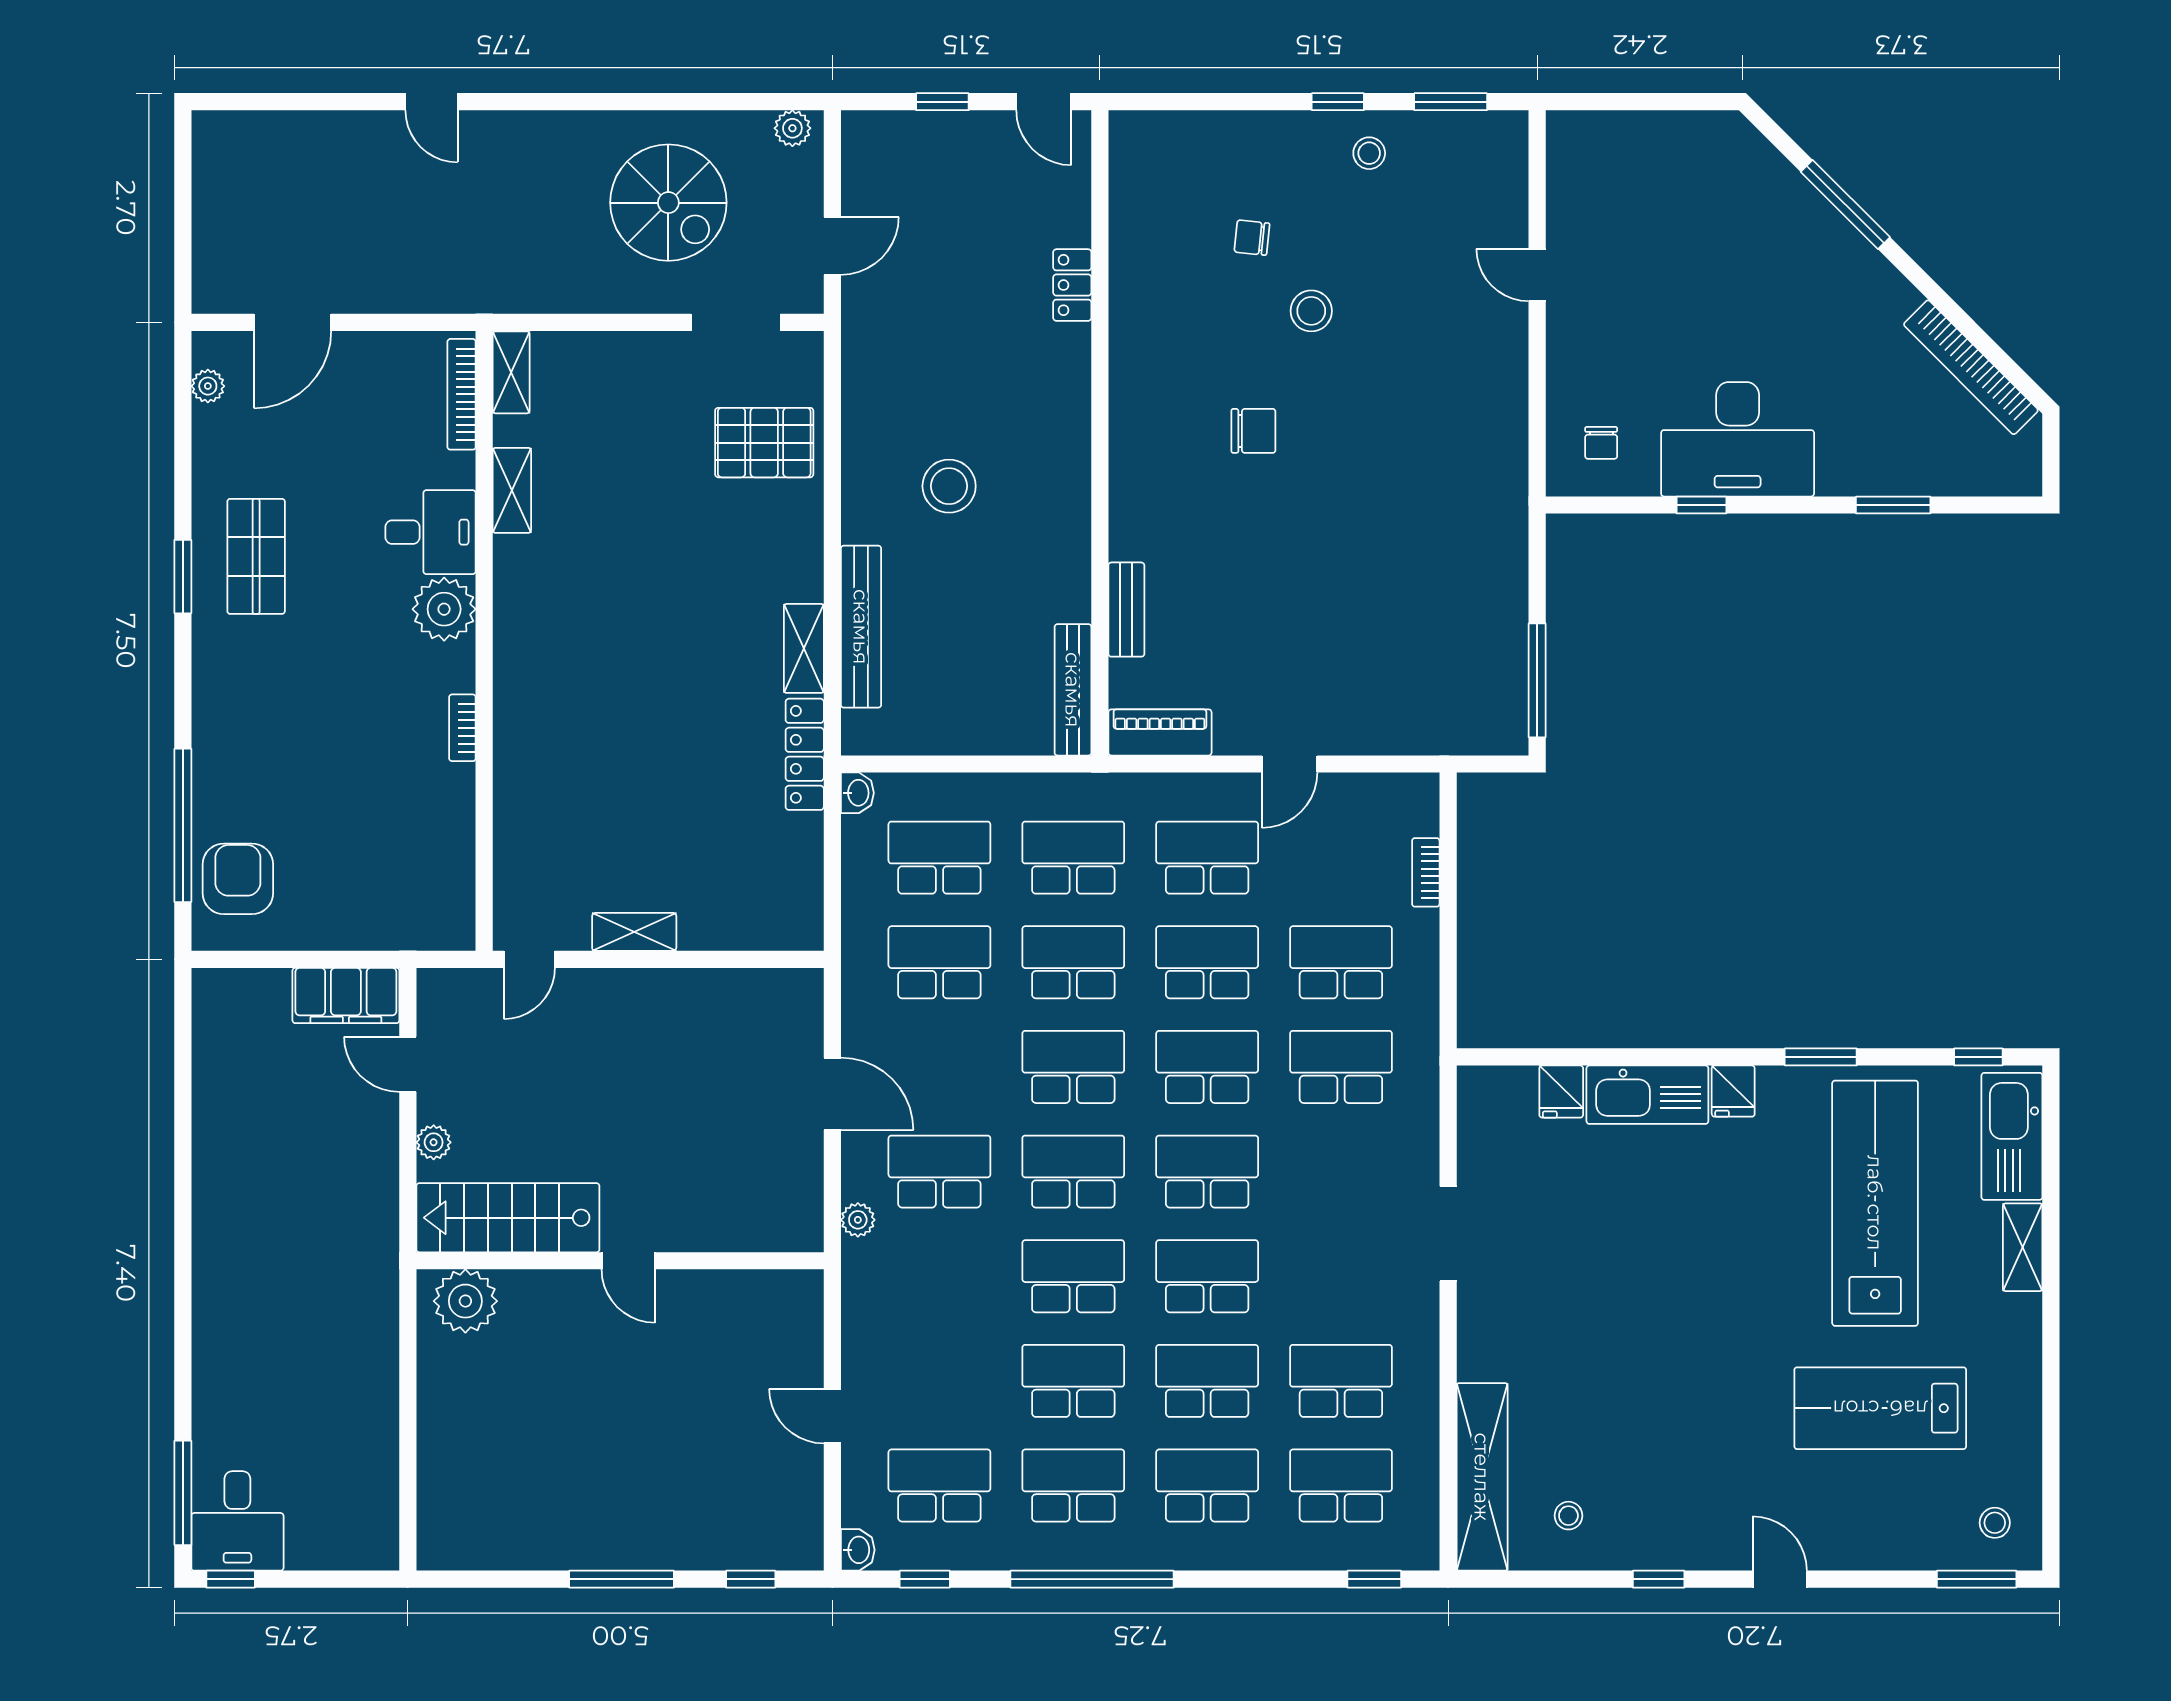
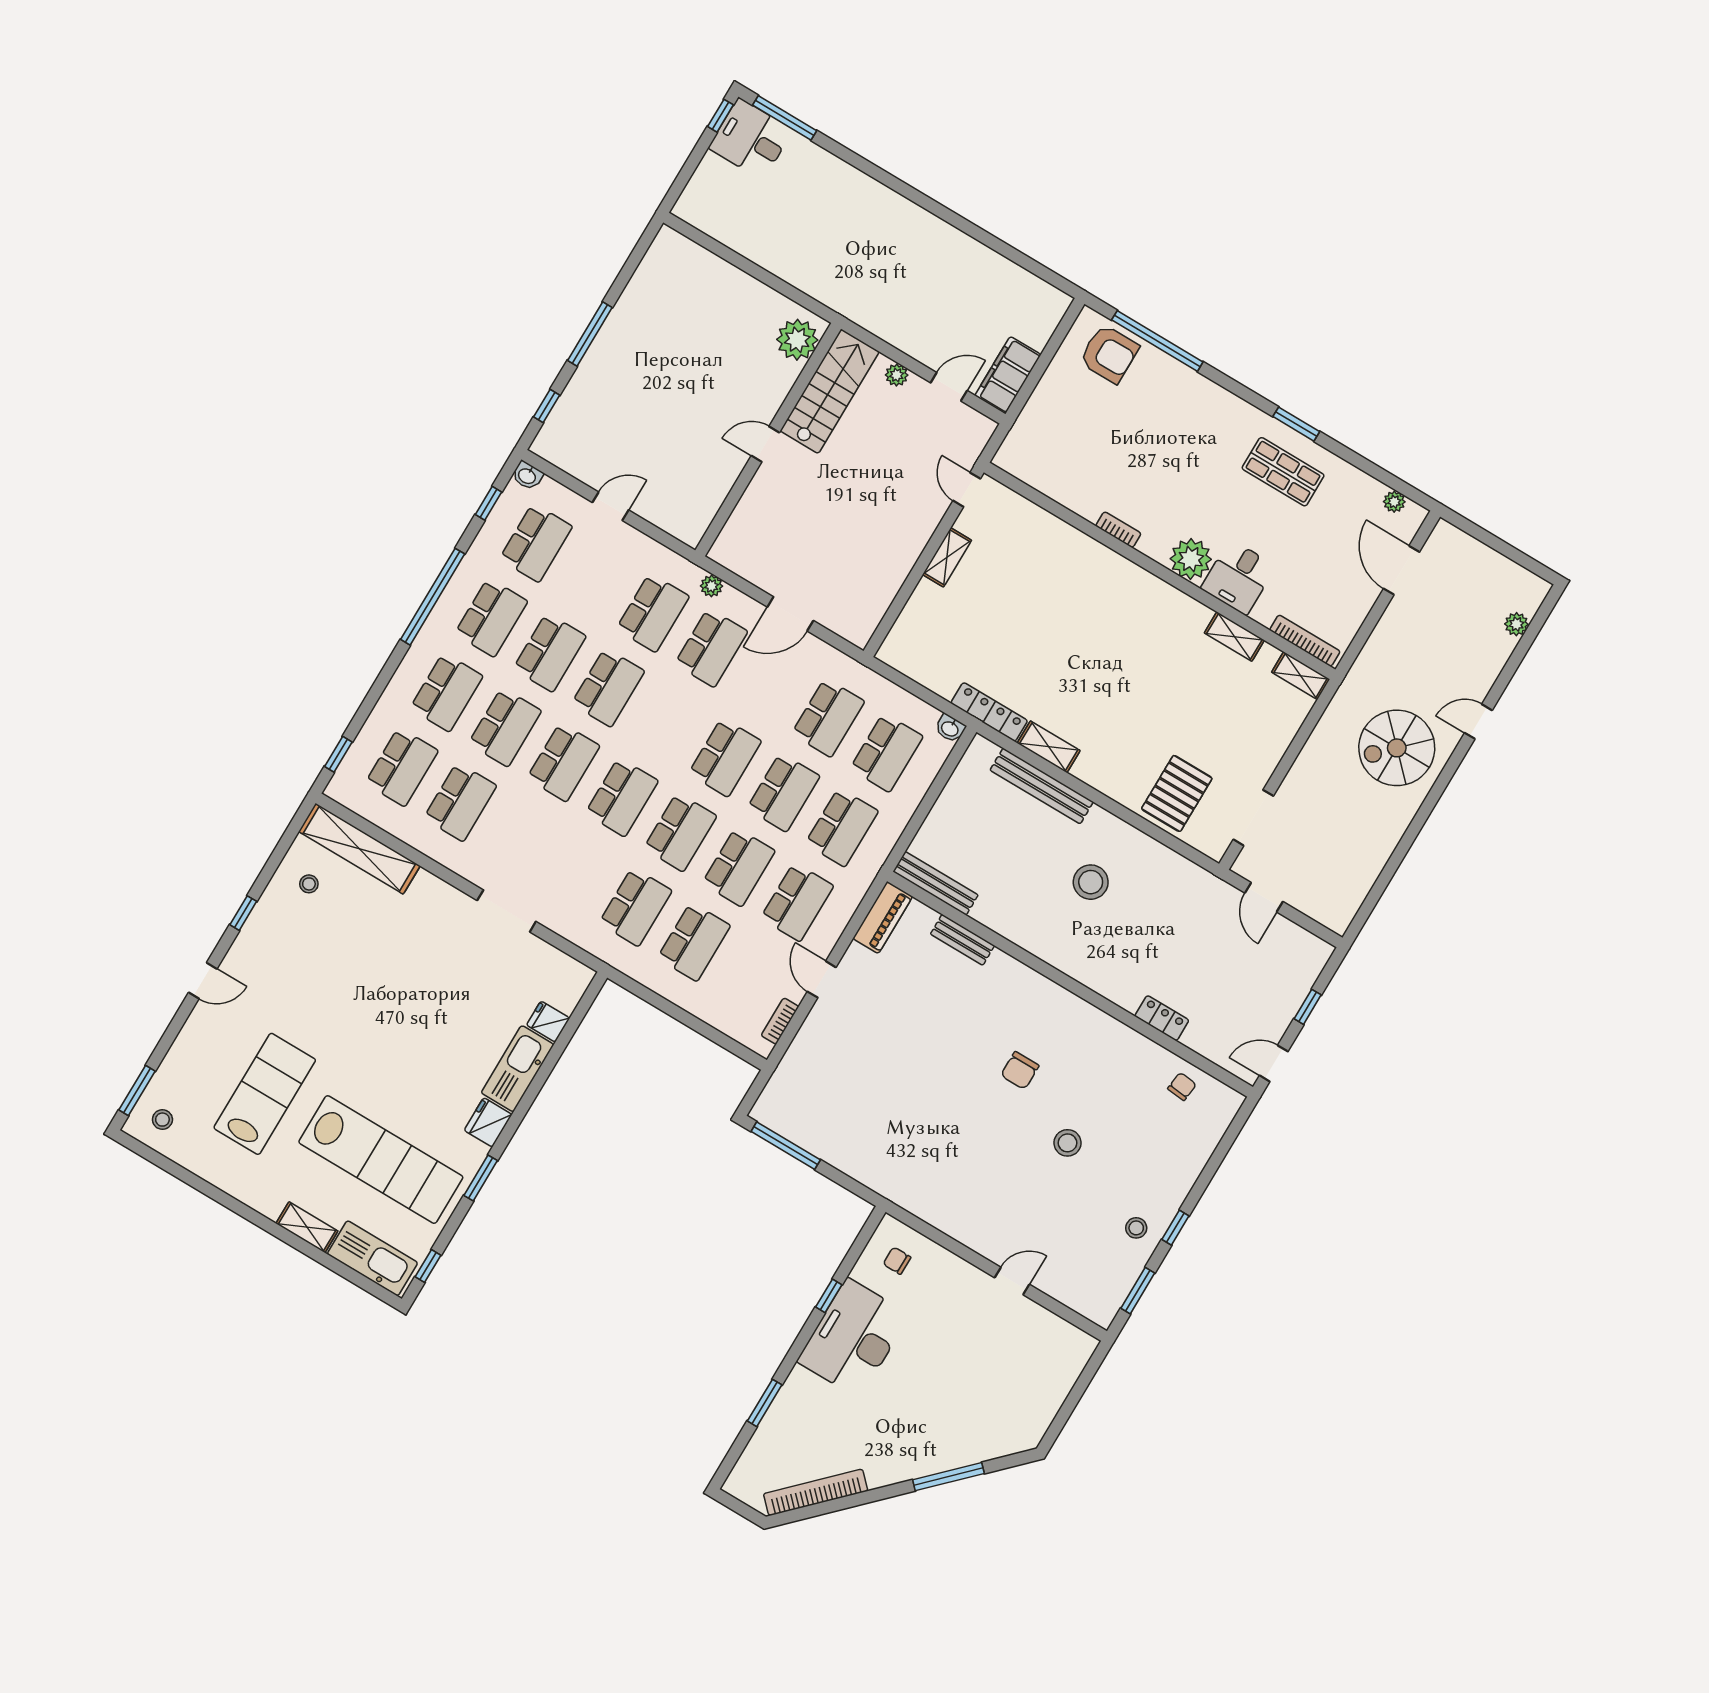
plant: (792, 128) -> (1516, 624), moved
spiral stairs: (668, 203) -> (1397, 748), moved
chair: (1252, 238) -> (1182, 1086), moved
bookcase: (1426, 872) -> (780, 1021), moved, turned -90
fridge: (1733, 1091) -> (488, 1122), width x1.38
school desk: (1073, 1172) -> (653, 613), moved

